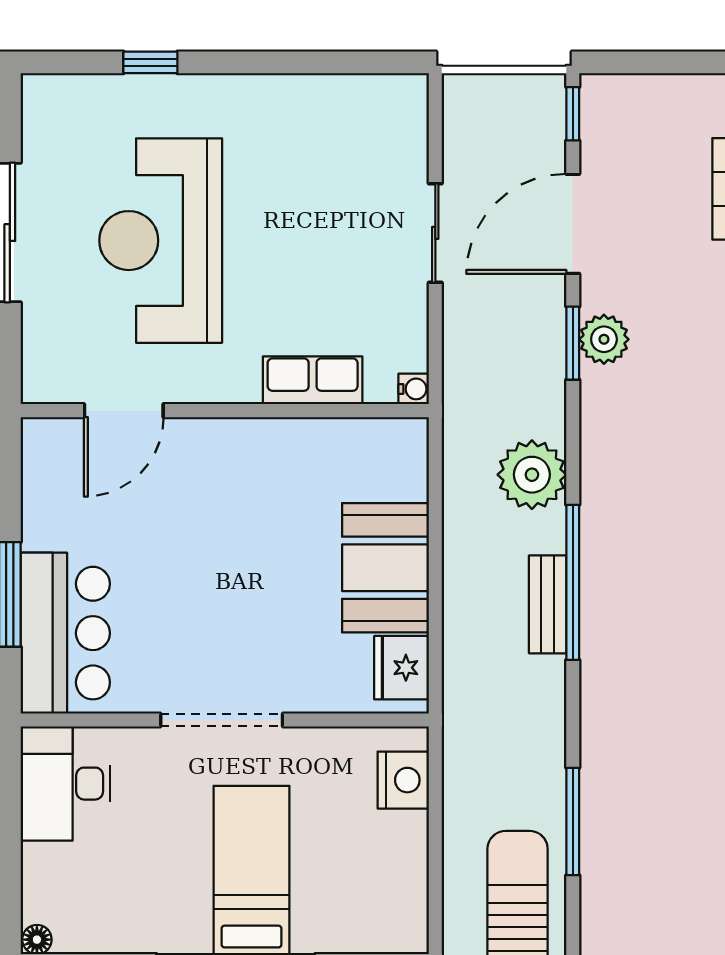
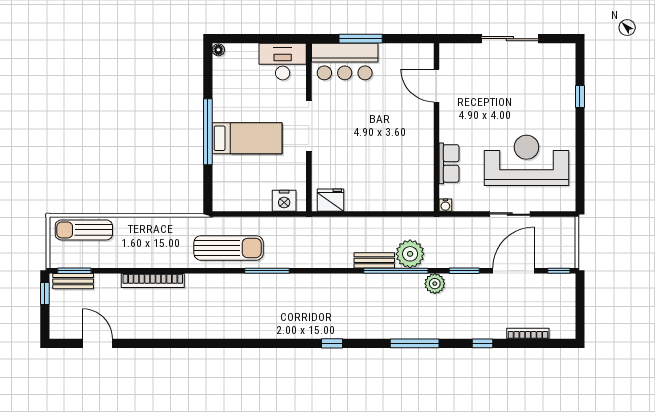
door: (573, 224) -> (513, 271), hinge flipped
reception desk: (161, 241) -> (526, 160), moved
plant: (604, 339) -> (435, 284), moved
booth: (385, 568) -> (372, 193), removed
window: (573, 582) -> (396, 271), moved
bench: (548, 604) -> (374, 260), moved

